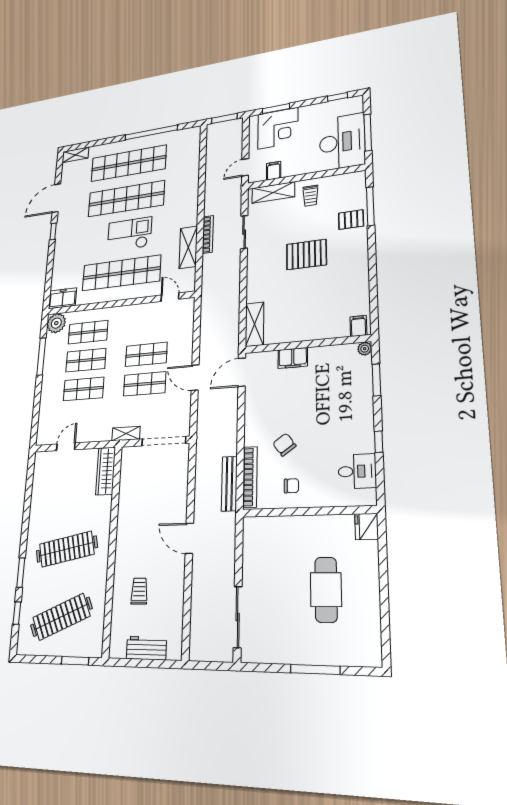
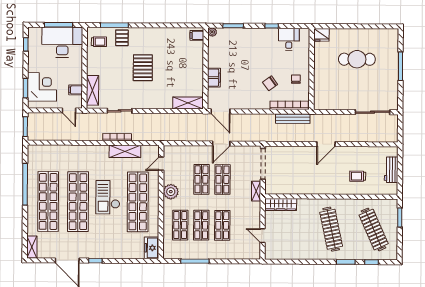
trolley: (310, 196) -> (99, 42), moved
plant: (56, 323) -> (171, 192), moved

